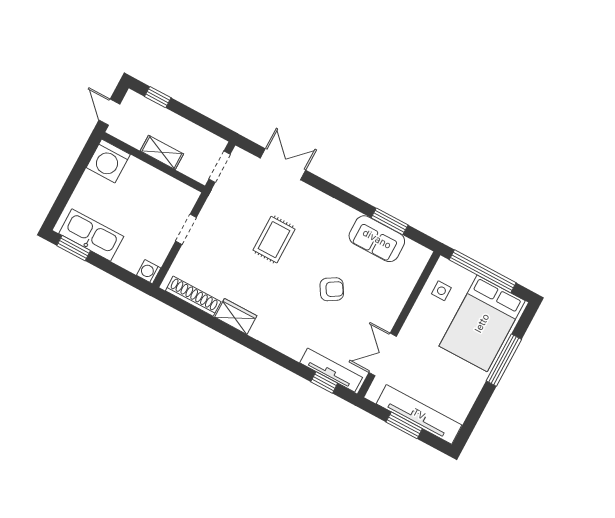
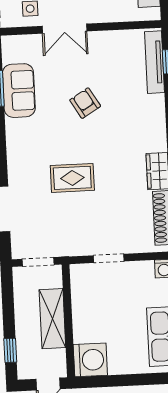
shelving: (162, 152) -> (52, 319), width x1.50, depth x1.33
double door: (383, 354) -> (64, 29), moved

